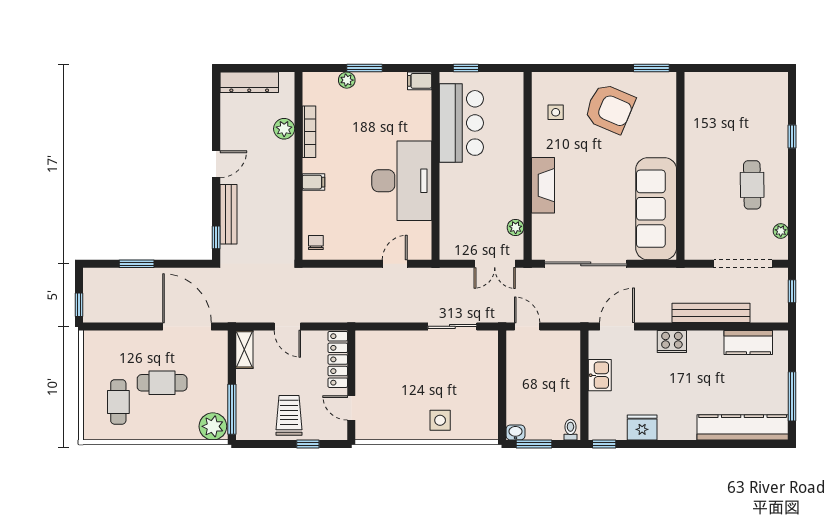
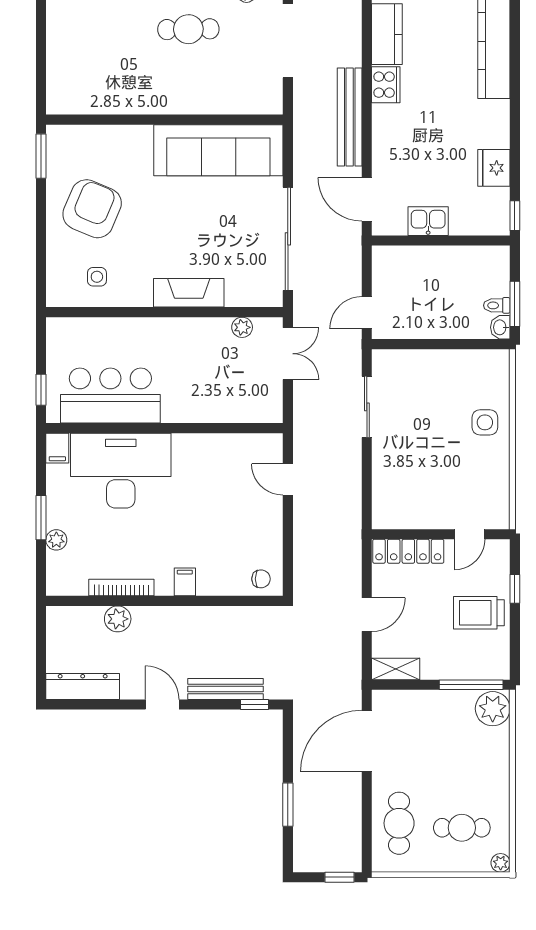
dresser: (249, 82) -> (83, 686), moved, turned -90
desk: (402, 181) -> (121, 471), moved
chair: (316, 243) -> (261, 579), turned 180
bench: (711, 313) -> (350, 117), moved
cooker: (672, 342) -> (386, 85), moved
cafe table: (162, 383) -> (399, 823), moved
toilet: (570, 430) -> (497, 305), moved
plant: (90, 433) -> (501, 863), added

